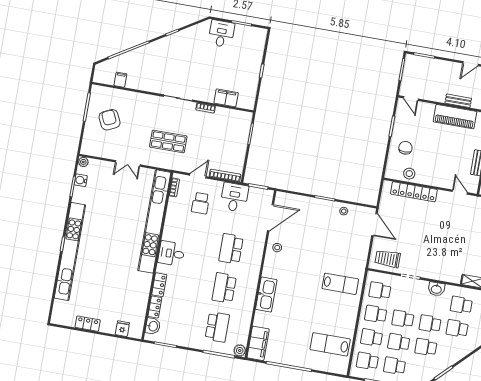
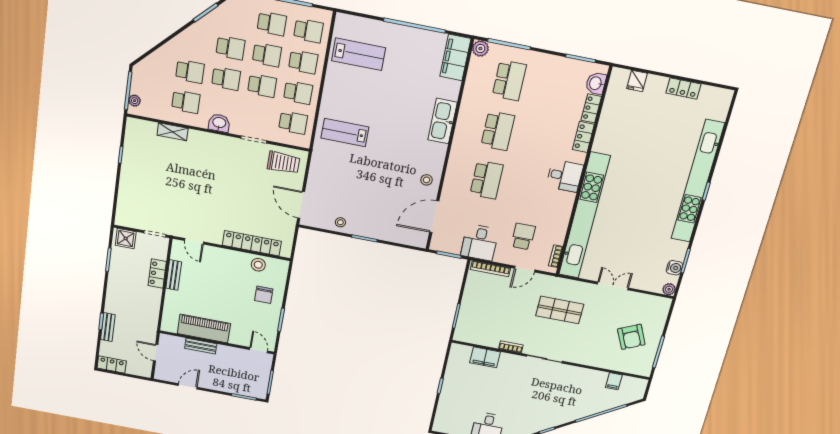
school desk: (217, 327) -> (509, 80), turned 180

